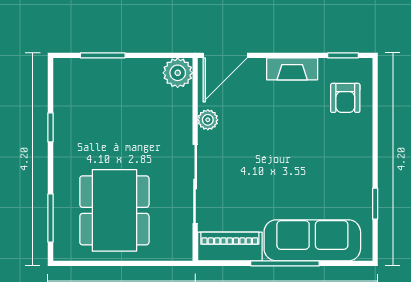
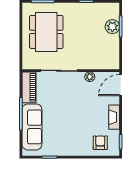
door: (225, 55) -> (121, 85), hinge flipped
plant: (178, 73) -> (112, 27), moved
armchair: (345, 98) -> (100, 143), turned 90
dining table: (114, 210) -> (46, 32), turned 90

